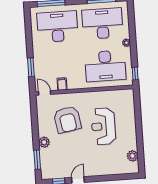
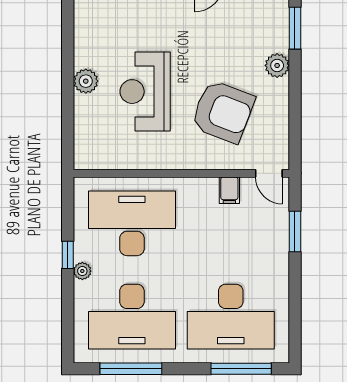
window: (135, 73) -> (68, 255), moved
armchair: (67, 120) -> (223, 112), turned 121
reception desk: (103, 126) -> (145, 92), turned 180
plant: (132, 156) -> (86, 81), moved

